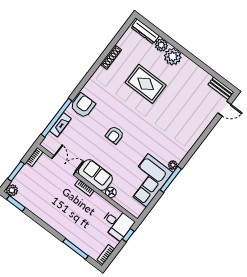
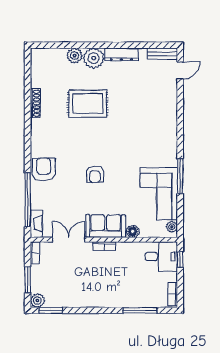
dresser: (145, 32) -> (121, 54), moved
fireplace: (60, 125) -> (36, 224), moved
plant: (173, 165) -> (172, 227), moved

